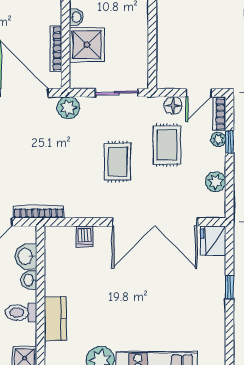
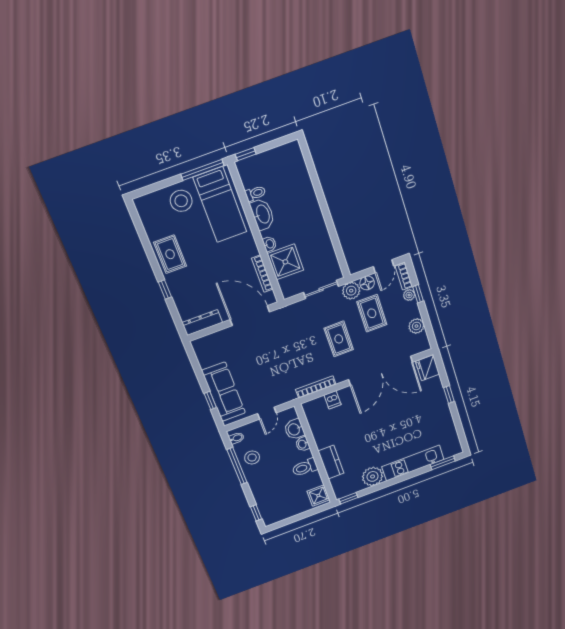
plant: (68, 108) -> (351, 291), moved
bookcase: (39, 212) -> (316, 387), moved

